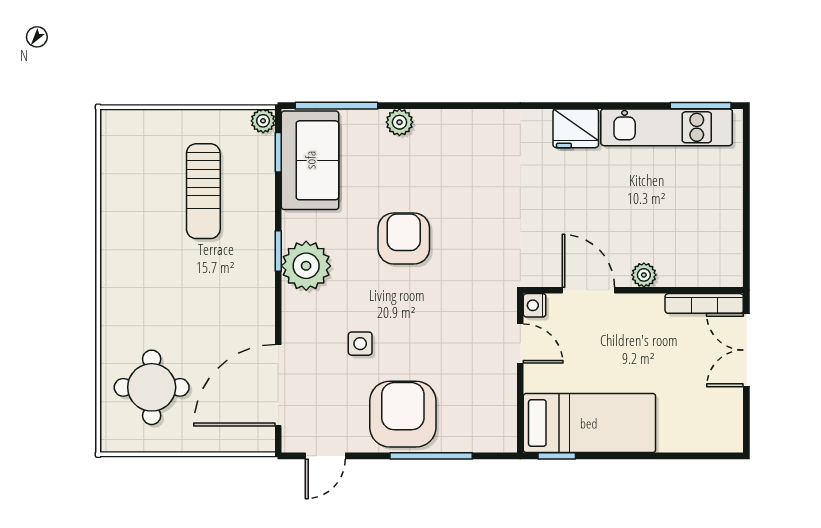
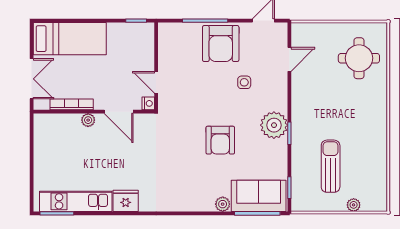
plant: (263, 121) -> (354, 205), moved
sofa: (310, 160) -> (259, 196), moved, turned 90
bookcase: (704, 303) -> (72, 104), moved
door: (278, 385) -> (289, 59), width x0.53
bed: (589, 423) -> (70, 39), moved, turned 180

